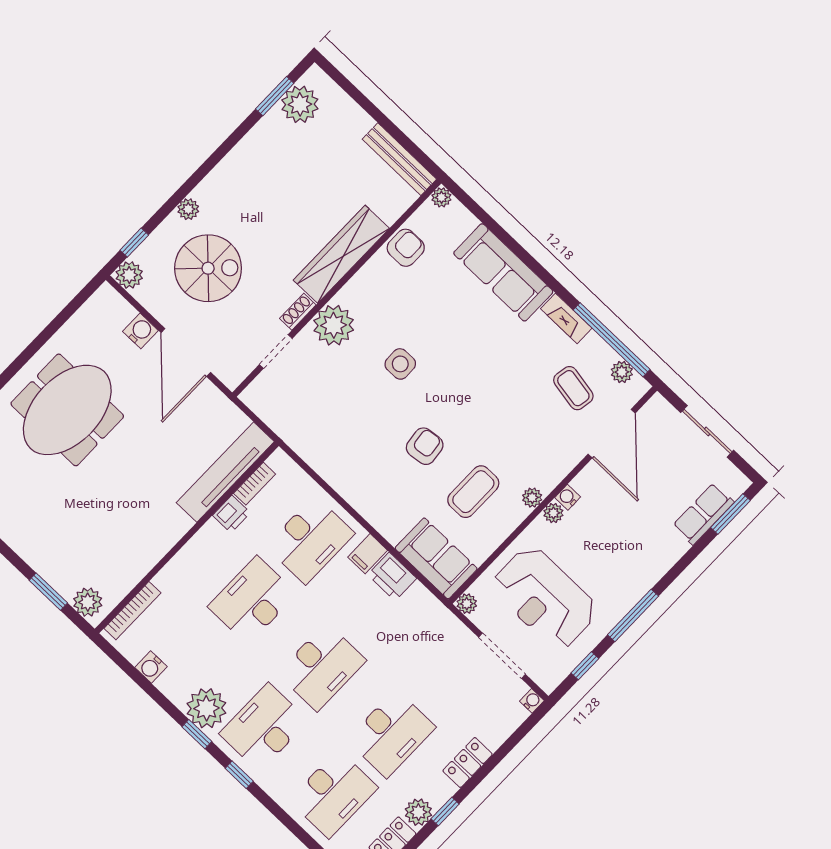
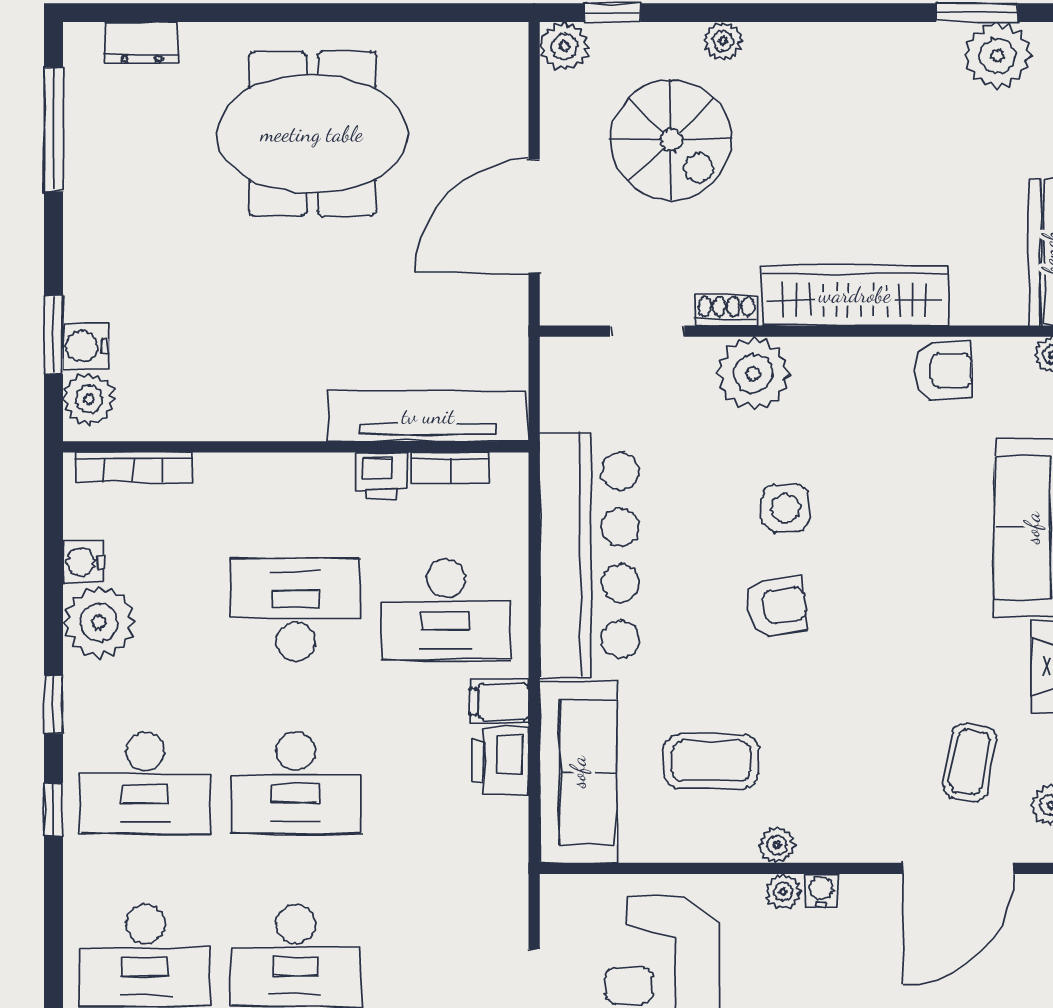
water cooler: (140, 331) -> (86, 346), moved, turned 180
armchair: (425, 446) -> (777, 606), moved
bar counter: (344, 461) -> (589, 555), added
sofa: (436, 558) -> (578, 772), width x1.36
plant: (467, 604) -> (558, 892), removed
plant: (206, 708) -> (99, 622), moved
desk: (264, 727) -> (145, 783), turned 180

